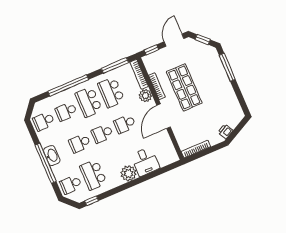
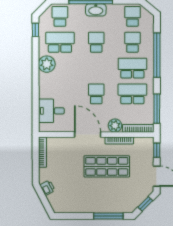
school desk: (102, 134) -> (96, 68), removed
desk: (145, 162) -> (51, 111), moved
plant: (129, 173) -> (47, 64), moved

